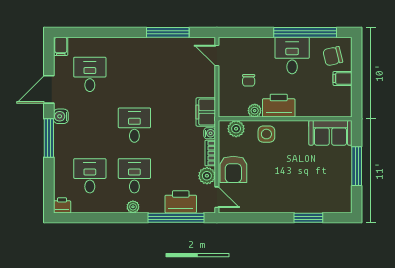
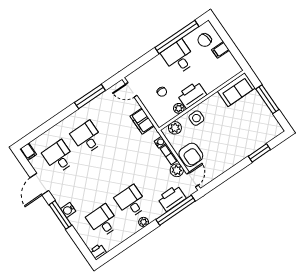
filing cabinet: (206, 112) -> (142, 121), moved
water cooler: (61, 116) -> (68, 210), moved
desk: (134, 125) -> (87, 138), moved
door: (217, 197) -> (192, 180), hinge flipped

